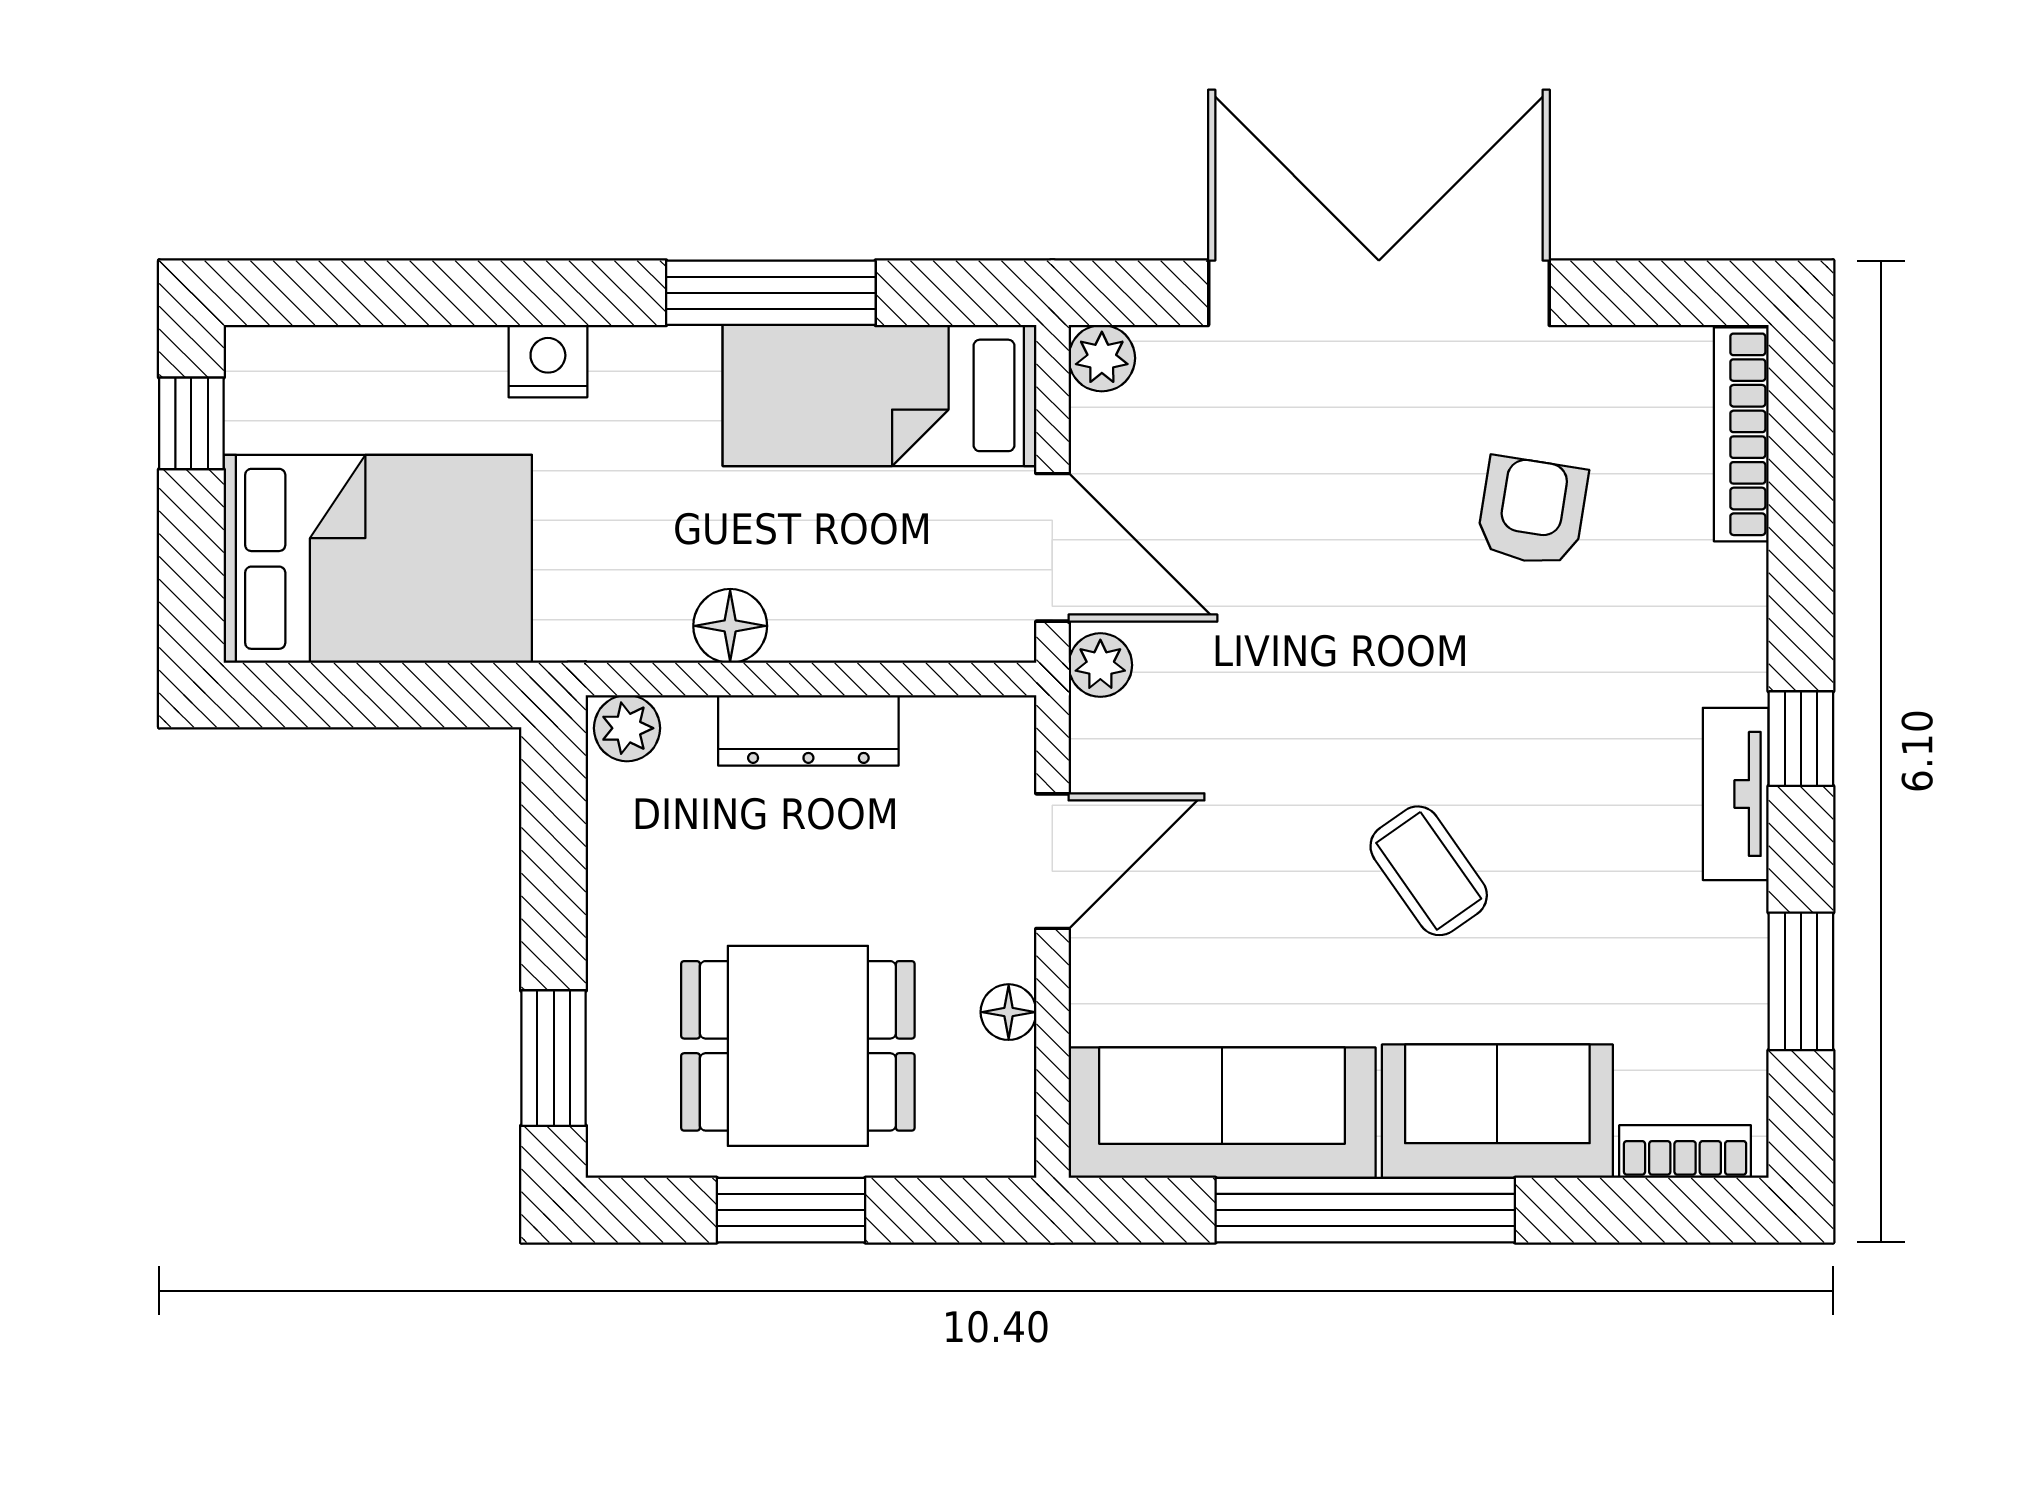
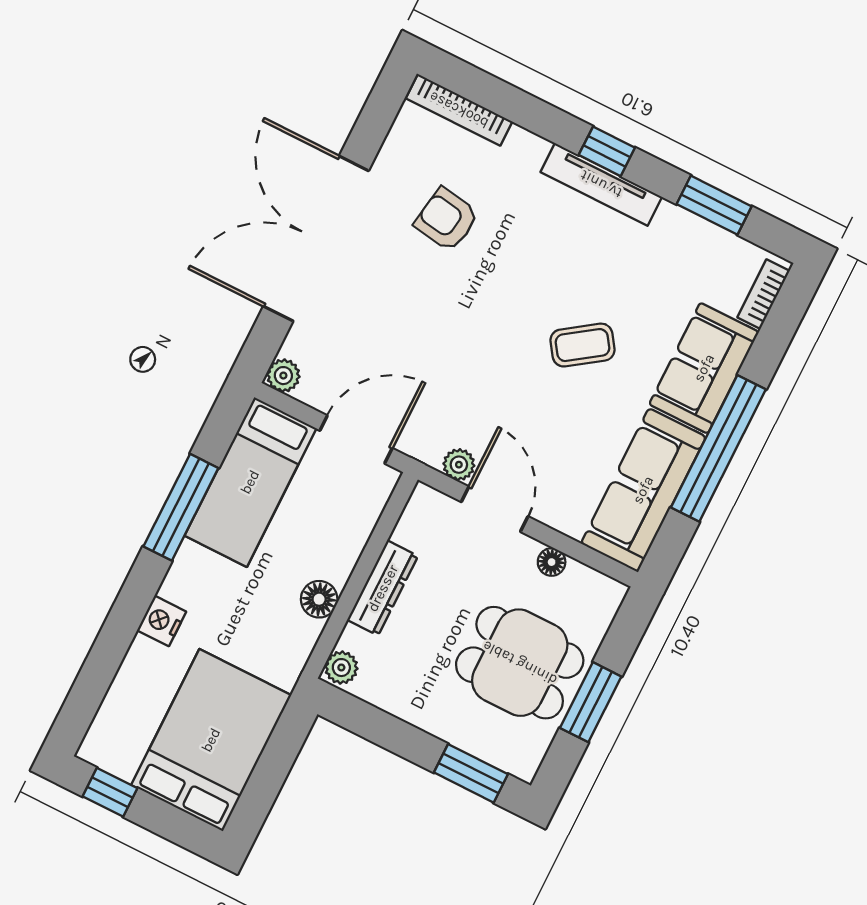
plant: (1100, 665) -> (459, 465), moved
tv unit: (1736, 794) -> (601, 184), width x1.41
dining table: (798, 1046) -> (520, 663), turned 90

